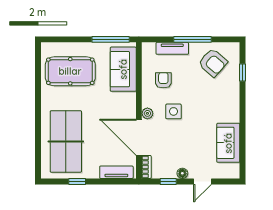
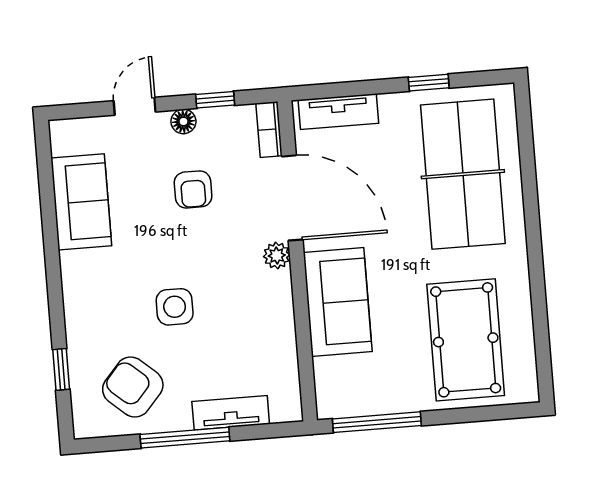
sofa: (123, 69) -> (338, 302), moved
pool table: (70, 71) -> (466, 340), turned 90
armchair: (163, 80) -> (193, 189), moved
side table: (173, 111) -> (175, 307), moved

